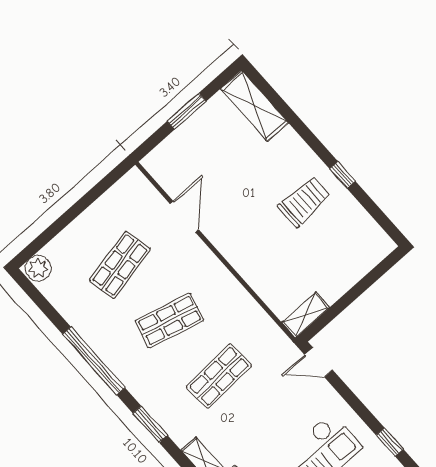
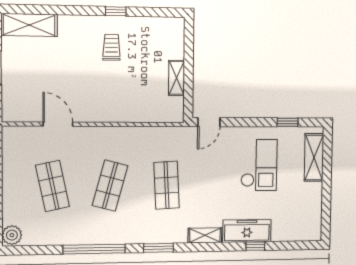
trolley: (304, 202) -> (111, 47), width x0.73, depth x0.72
shelving: (306, 315) -> (177, 78), moved

